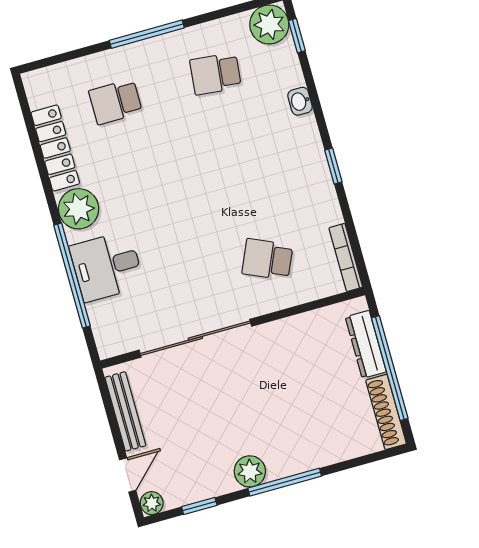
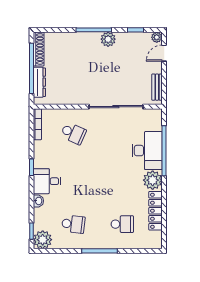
desk: (294, 147) -> (47, 181), added
desk: (107, 266) -> (147, 151), width x1.37
bench: (125, 411) -> (157, 87), width x0.73

